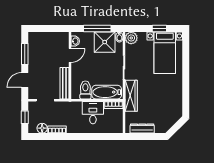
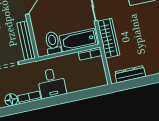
desk: (93, 113) -> (52, 83), moved, turned 180

